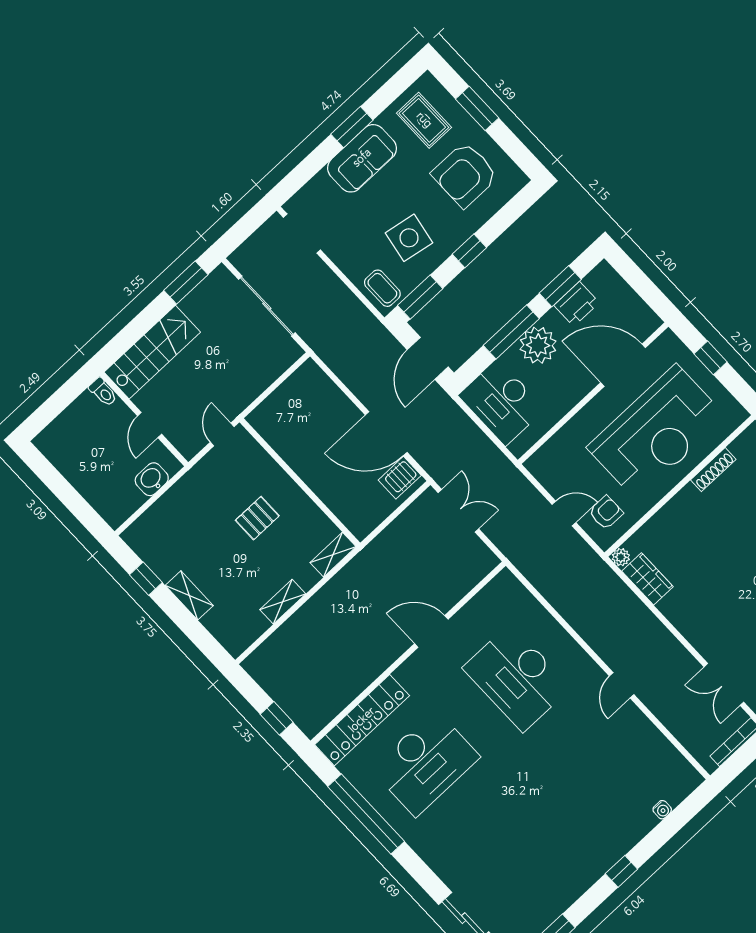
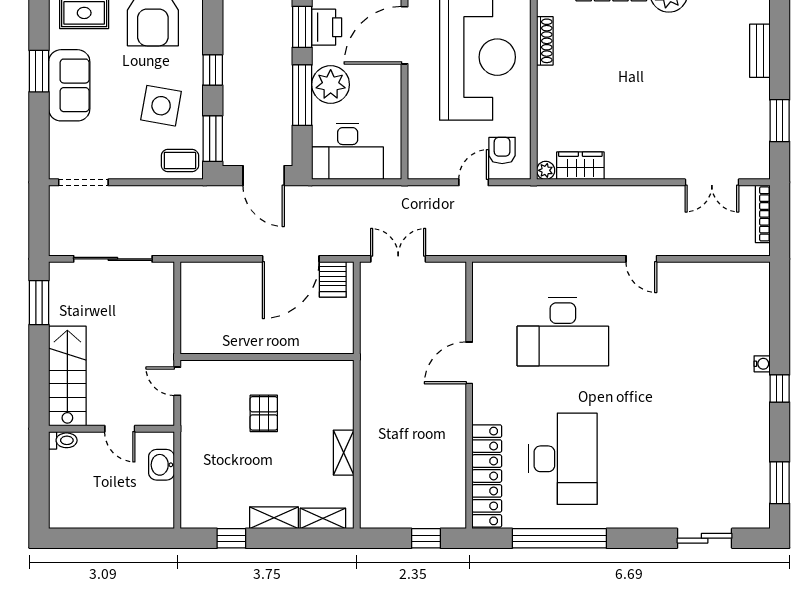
shelving: (333, 555) -> (323, 518), moved, turned 90
water cooler: (662, 810) -> (762, 364), moved

